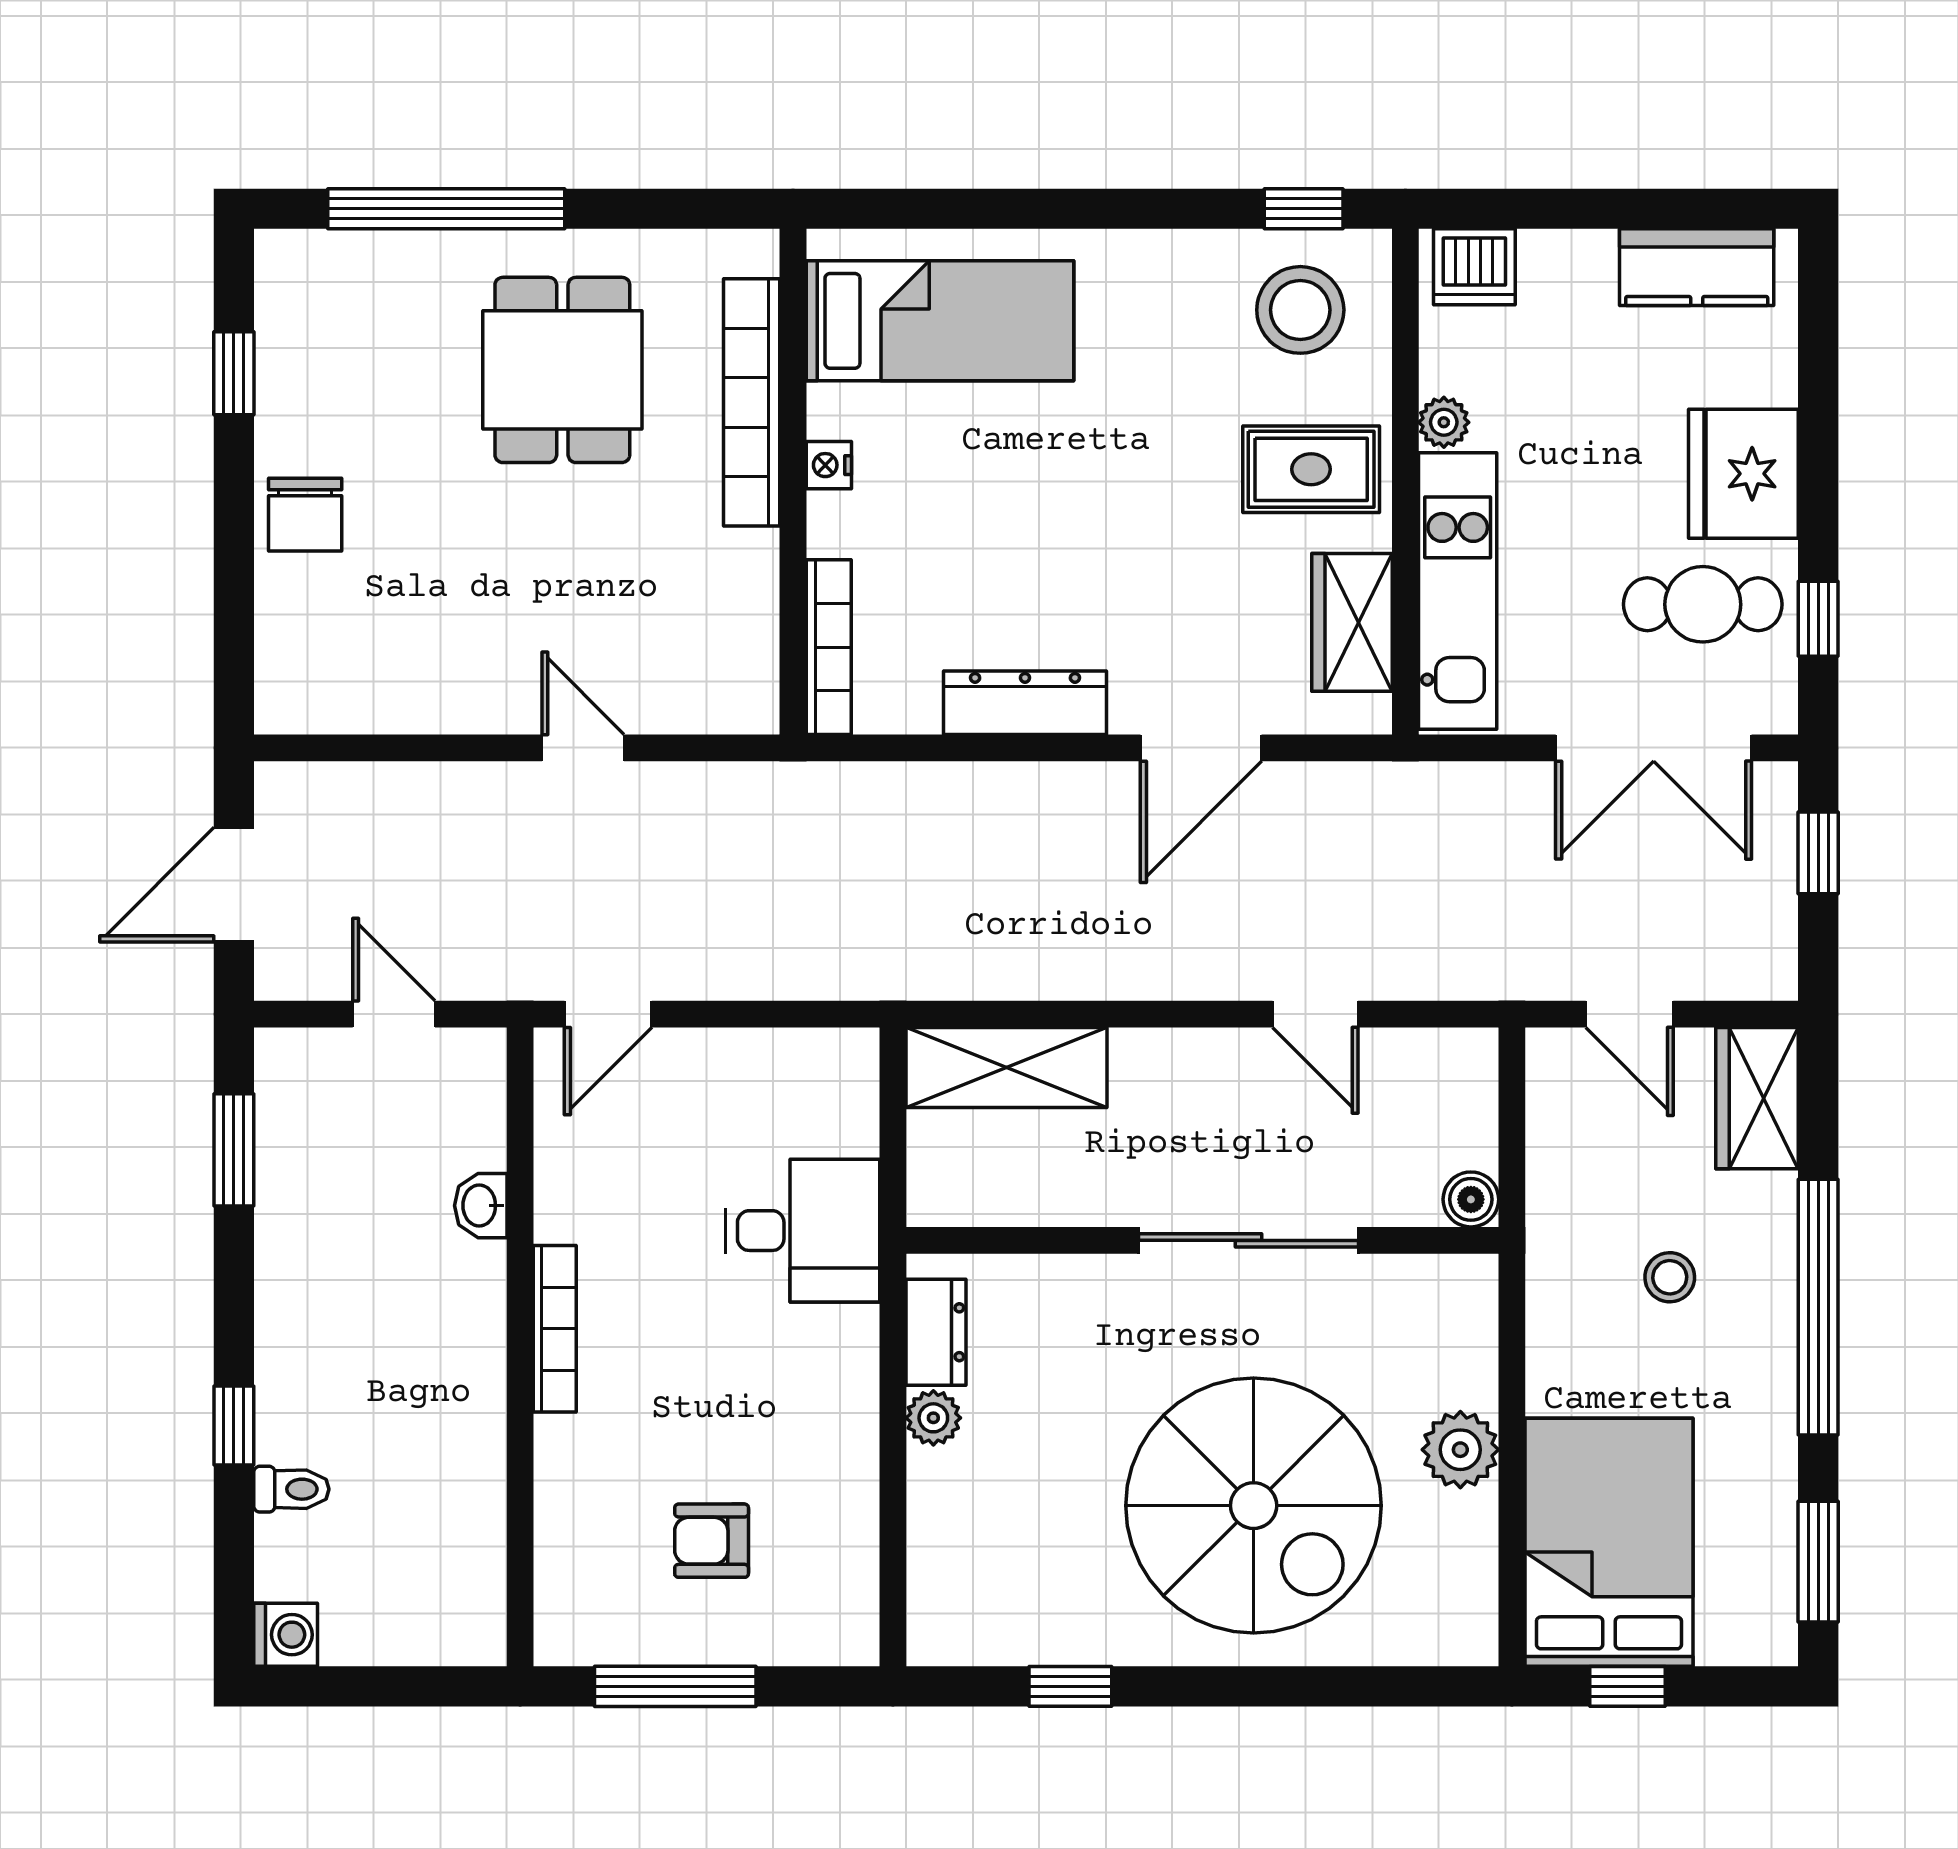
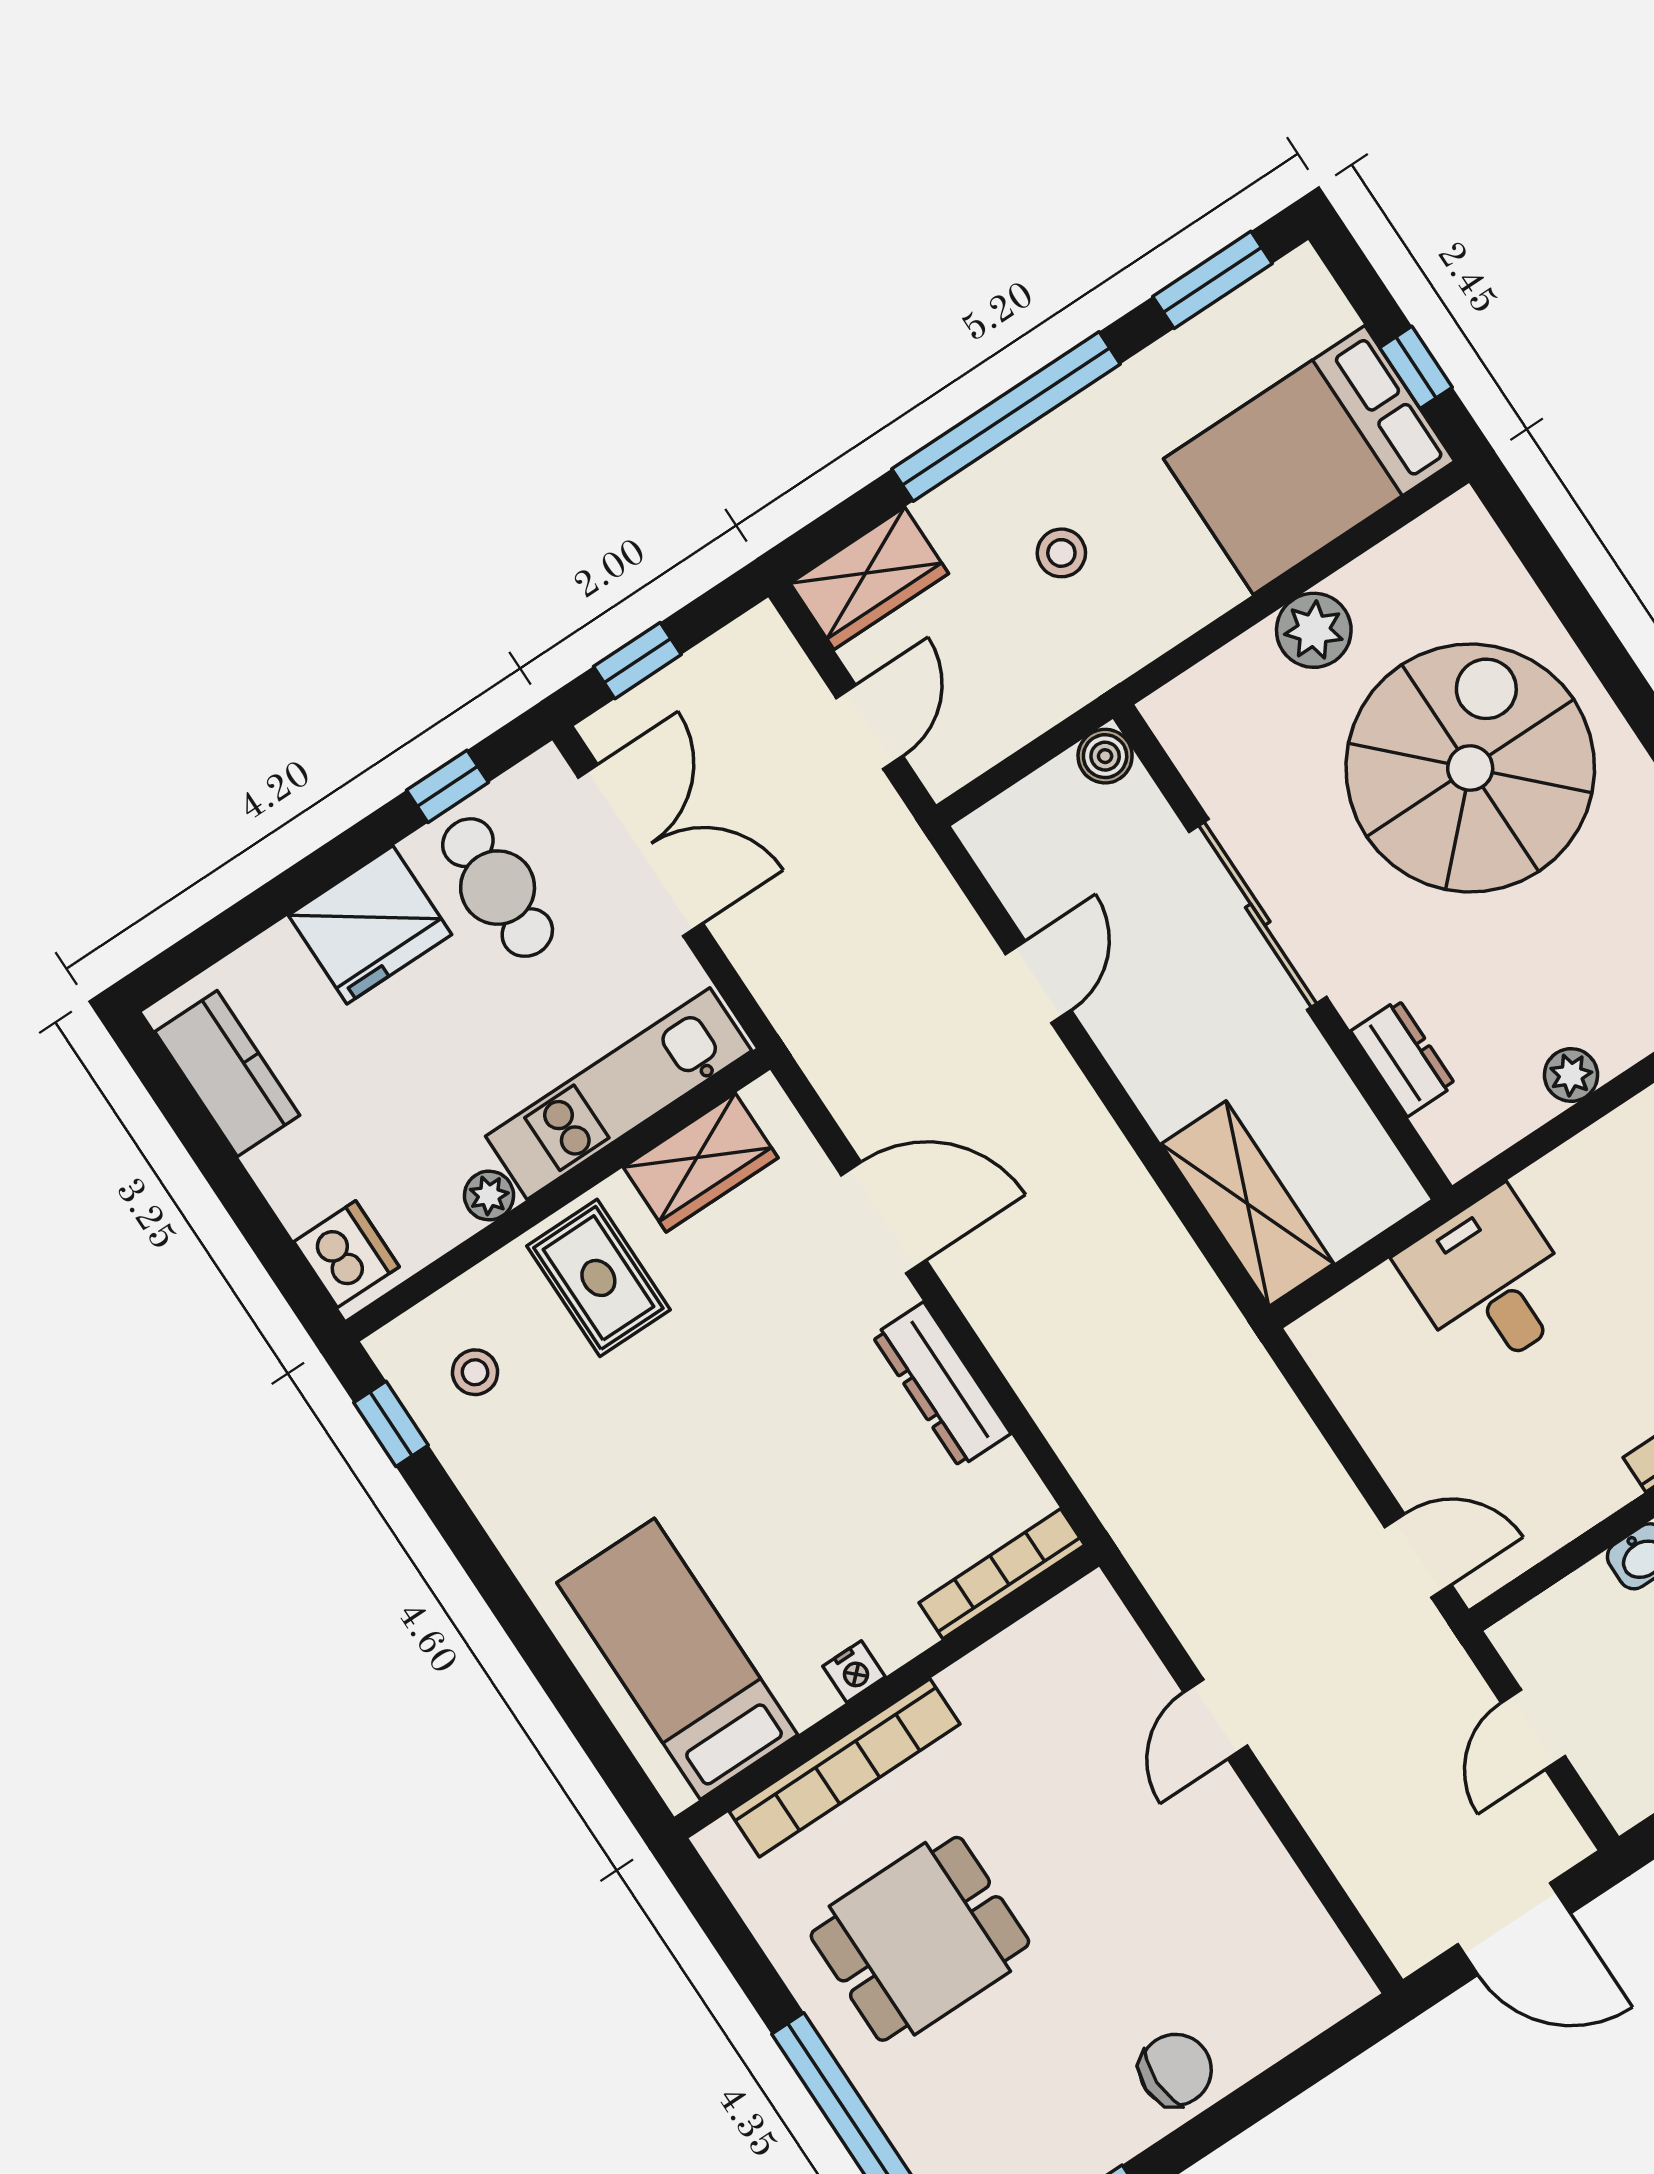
stool: (1300, 310) -> (475, 1372), width x0.53, depth x0.53
dresser: (936, 1332) -> (1403, 1058), moved, turned 90

